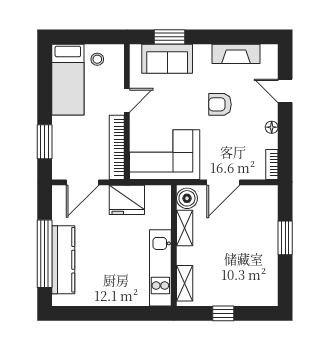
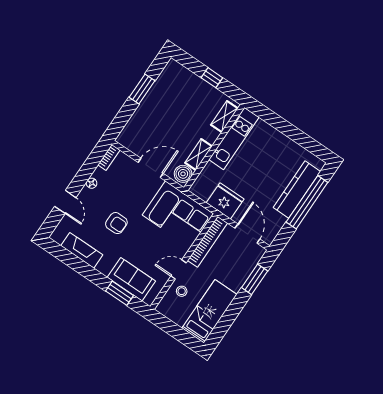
stool: (97, 59) -> (182, 291), moved
door: (83, 182) -> (247, 234), hinge flipped
window: (285, 238) -> (142, 89), moved

